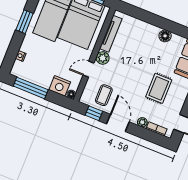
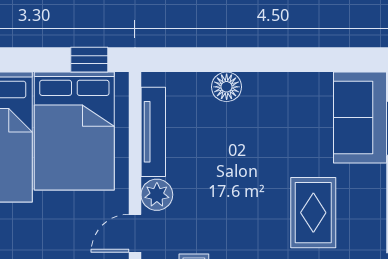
floor lamp: (165, 36) -> (227, 87), moved

